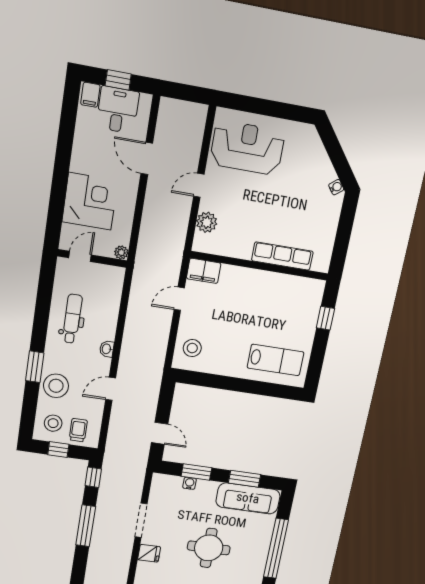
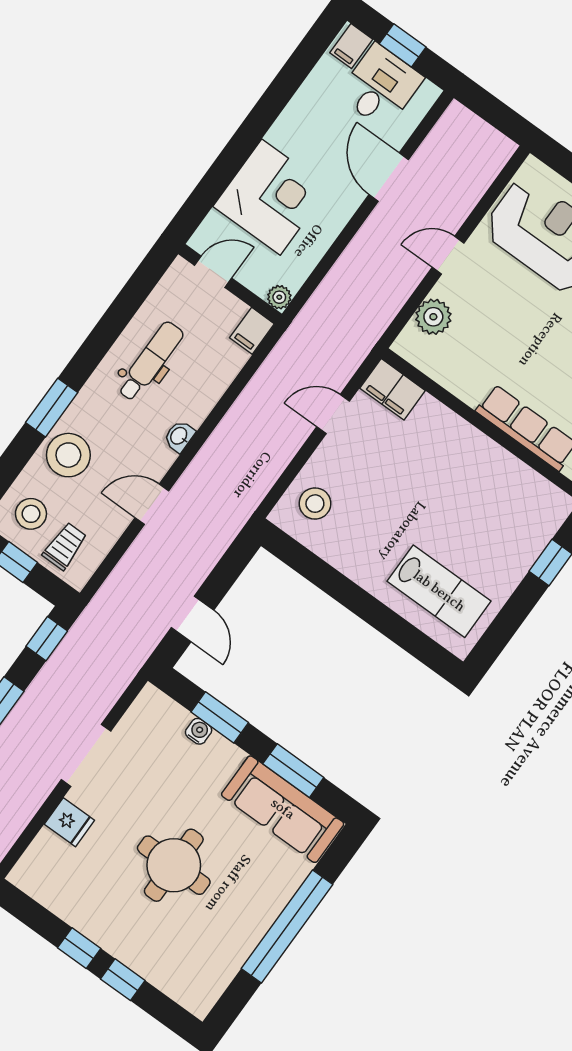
filing cabinet: (116, 277) -> (252, 331), added

